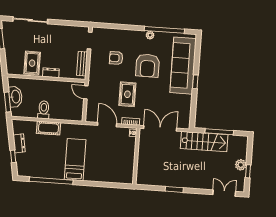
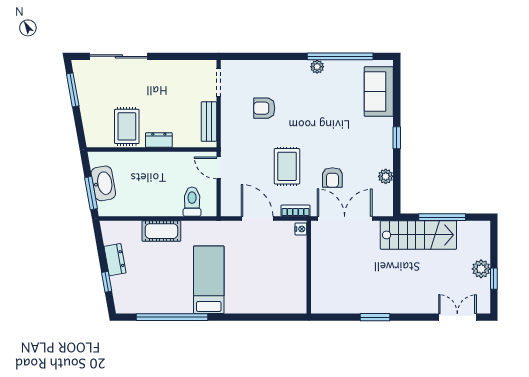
armchair: (148, 66) -> (332, 178), moved, width x0.53, depth x0.53
sofa: (183, 66) -> (379, 92), width x0.54, depth x0.79
plant: (187, 105) -> (386, 176), added
toilet: (44, 110) -> (192, 202), moved

